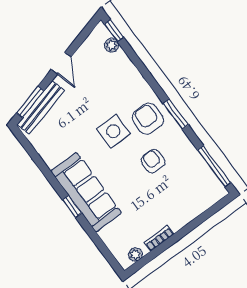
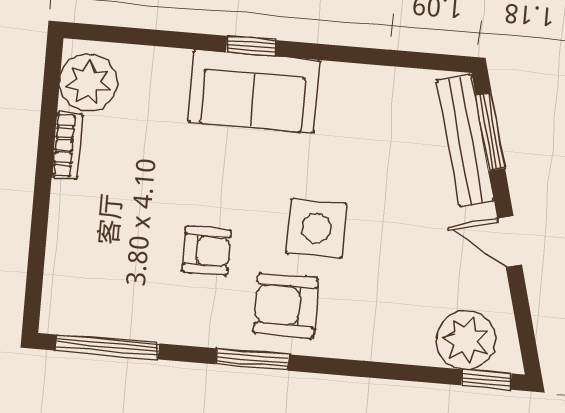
plant: (112, 45) -> (466, 340), width x1.88, depth x1.88
armchair: (148, 119) -> (286, 305), turned 180
sofa: (86, 192) -> (254, 91), width x0.73
plant: (135, 254) -> (88, 83), width x1.88, depth x1.88

